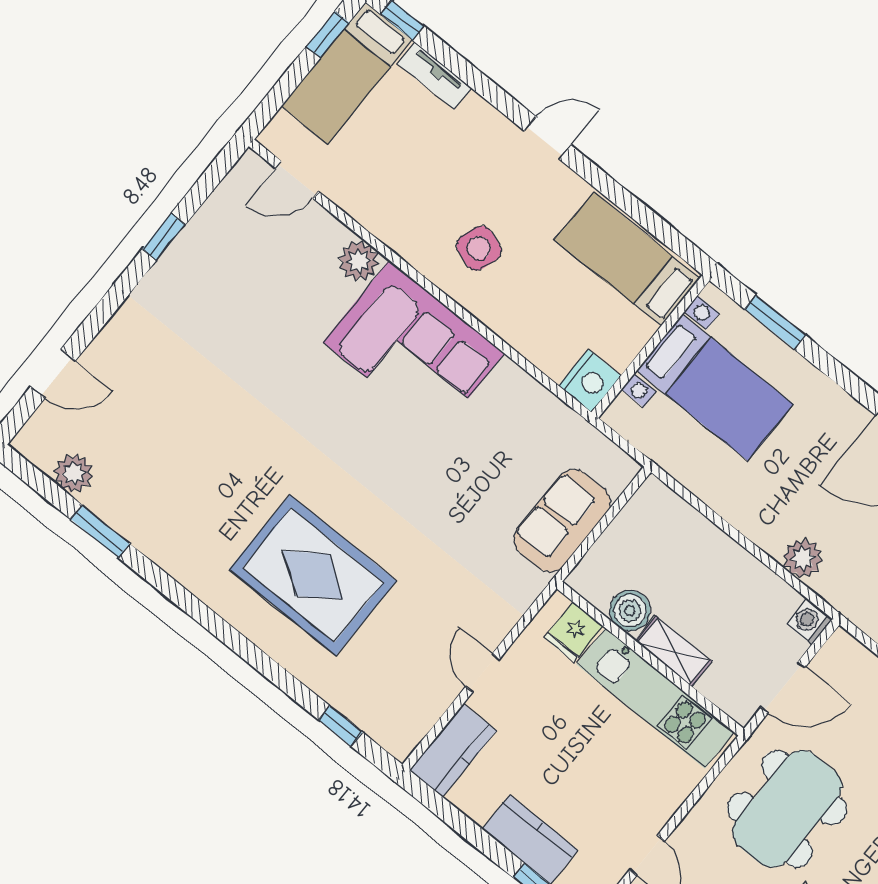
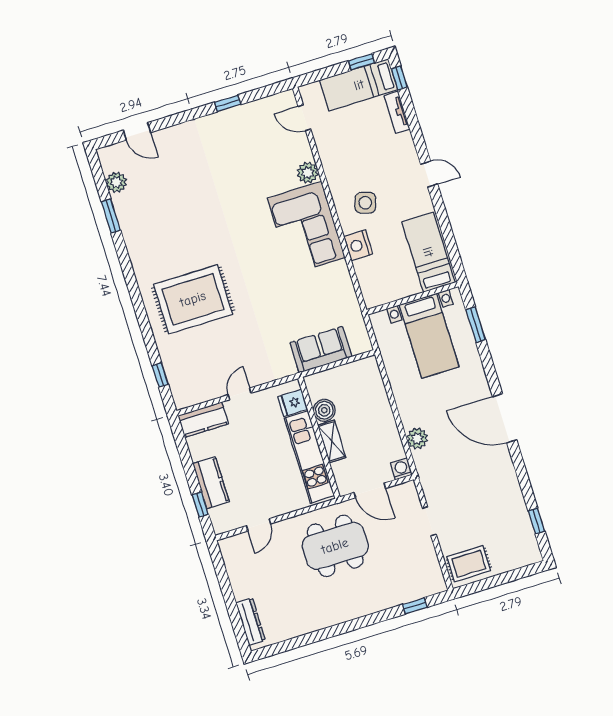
nightstand: (590, 381) -> (358, 245), moved, turned 90
rug: (313, 575) -> (193, 299), turned 90

